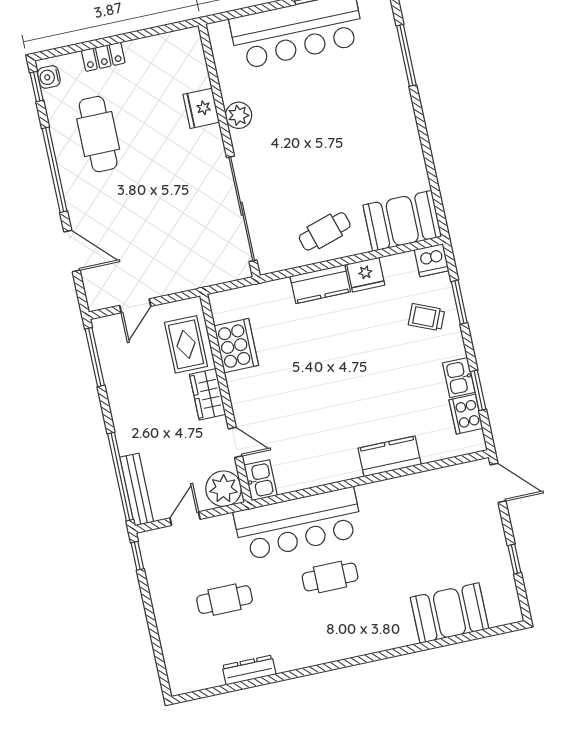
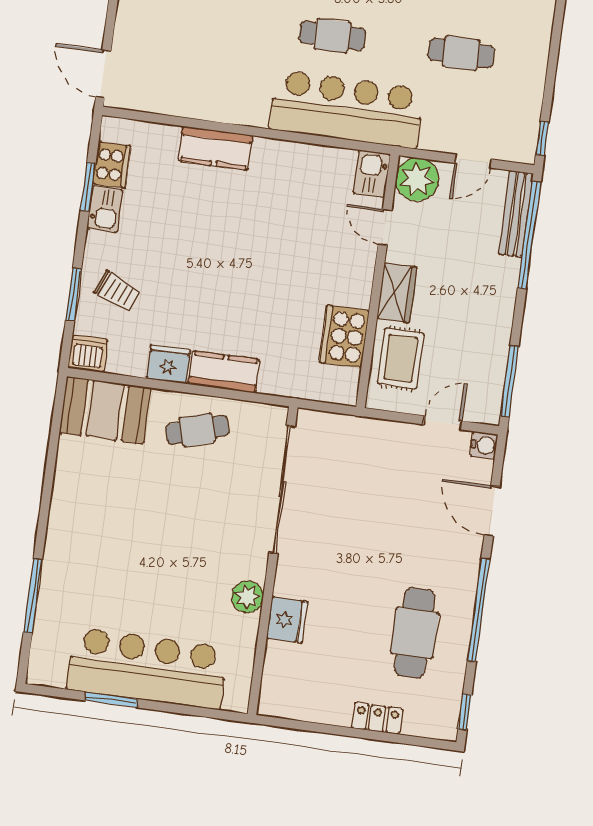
water cooler: (49, 77) -> (484, 445), moved

